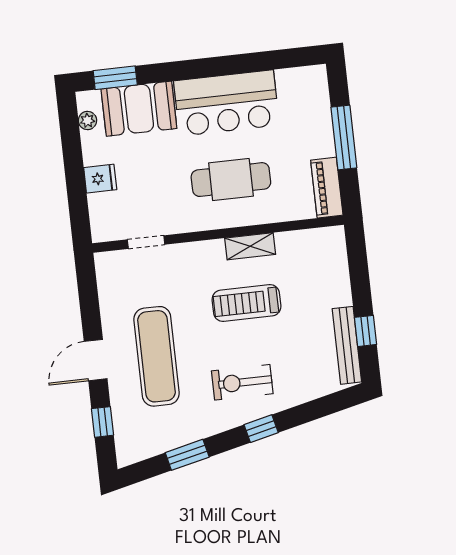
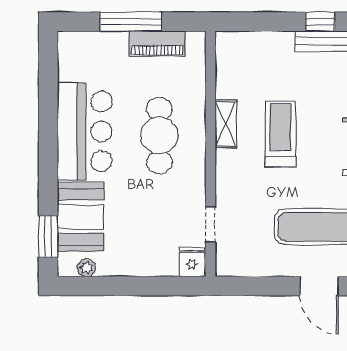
fridge: (100, 179) -> (192, 262), moved
piano: (327, 188) -> (157, 44), moved
treadmill: (246, 303) -> (280, 134), turned 180

